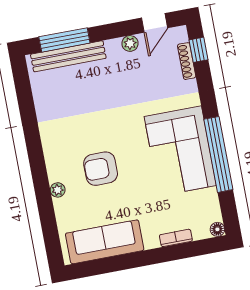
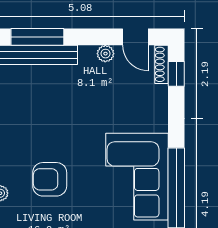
door: (155, 23) -> (135, 37), hinge flipped
shoe rack: (187, 61) -> (162, 64), moved

